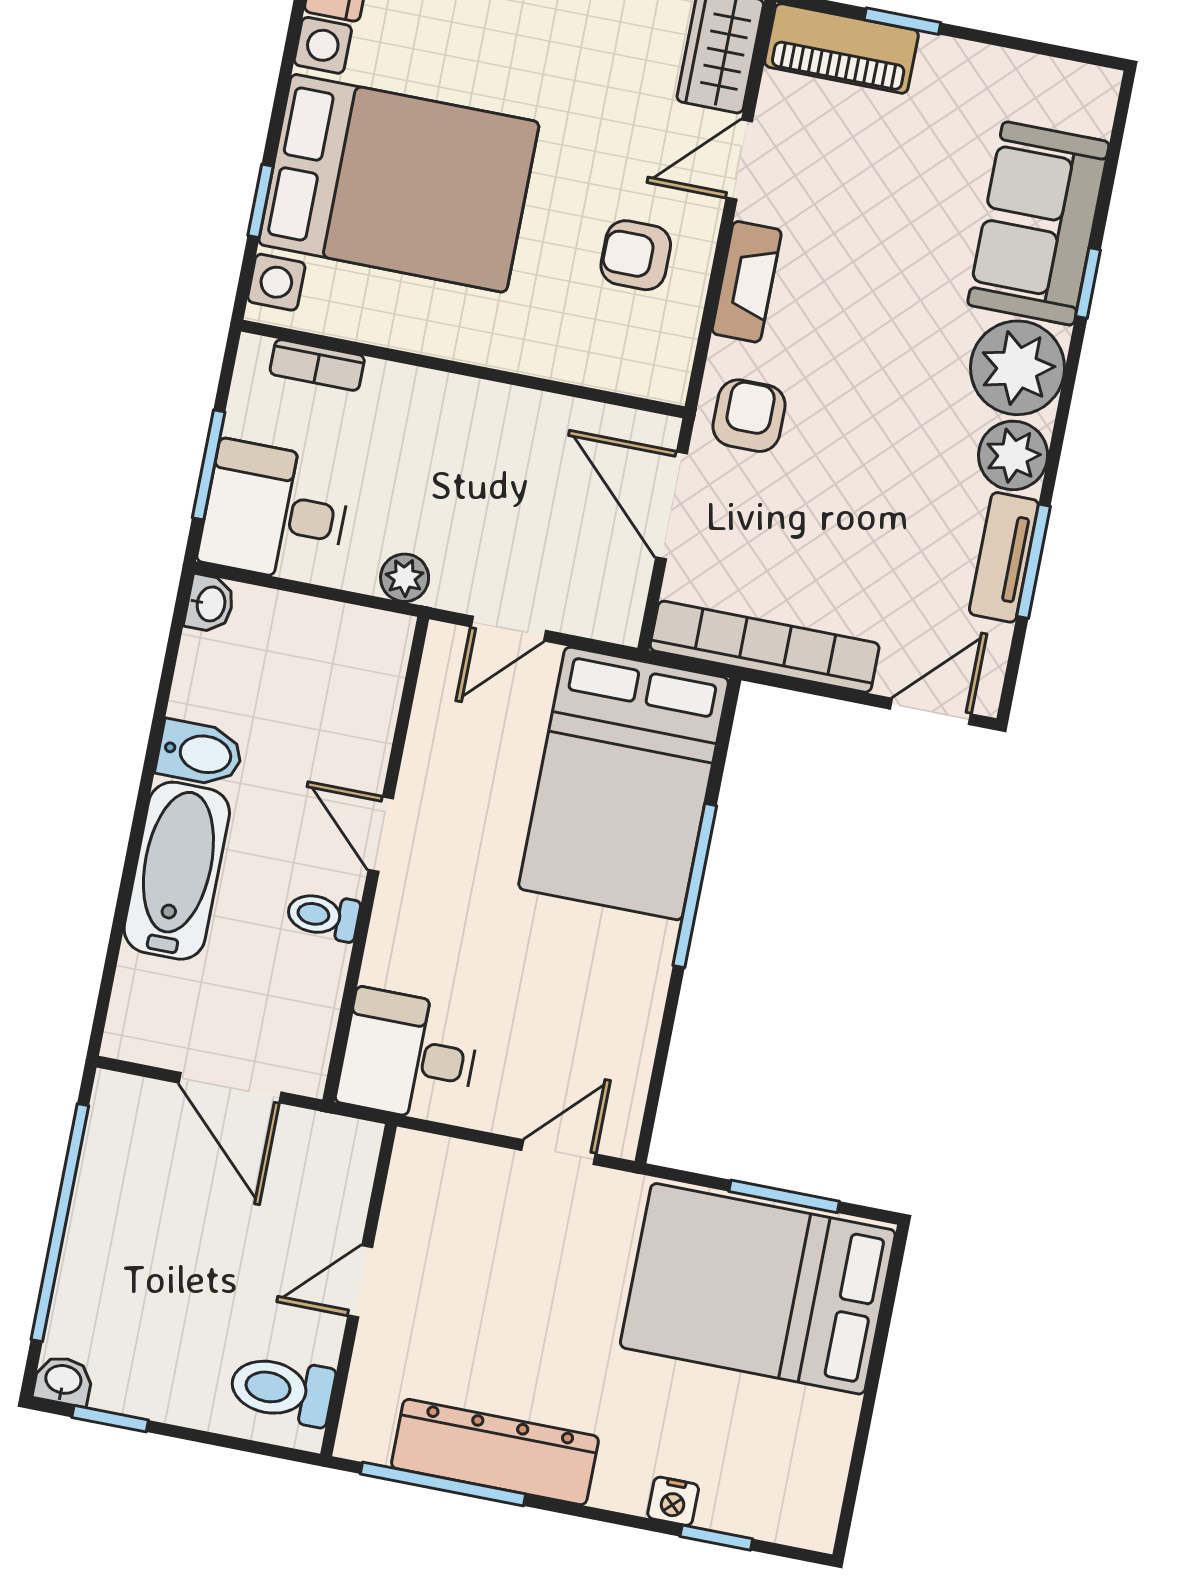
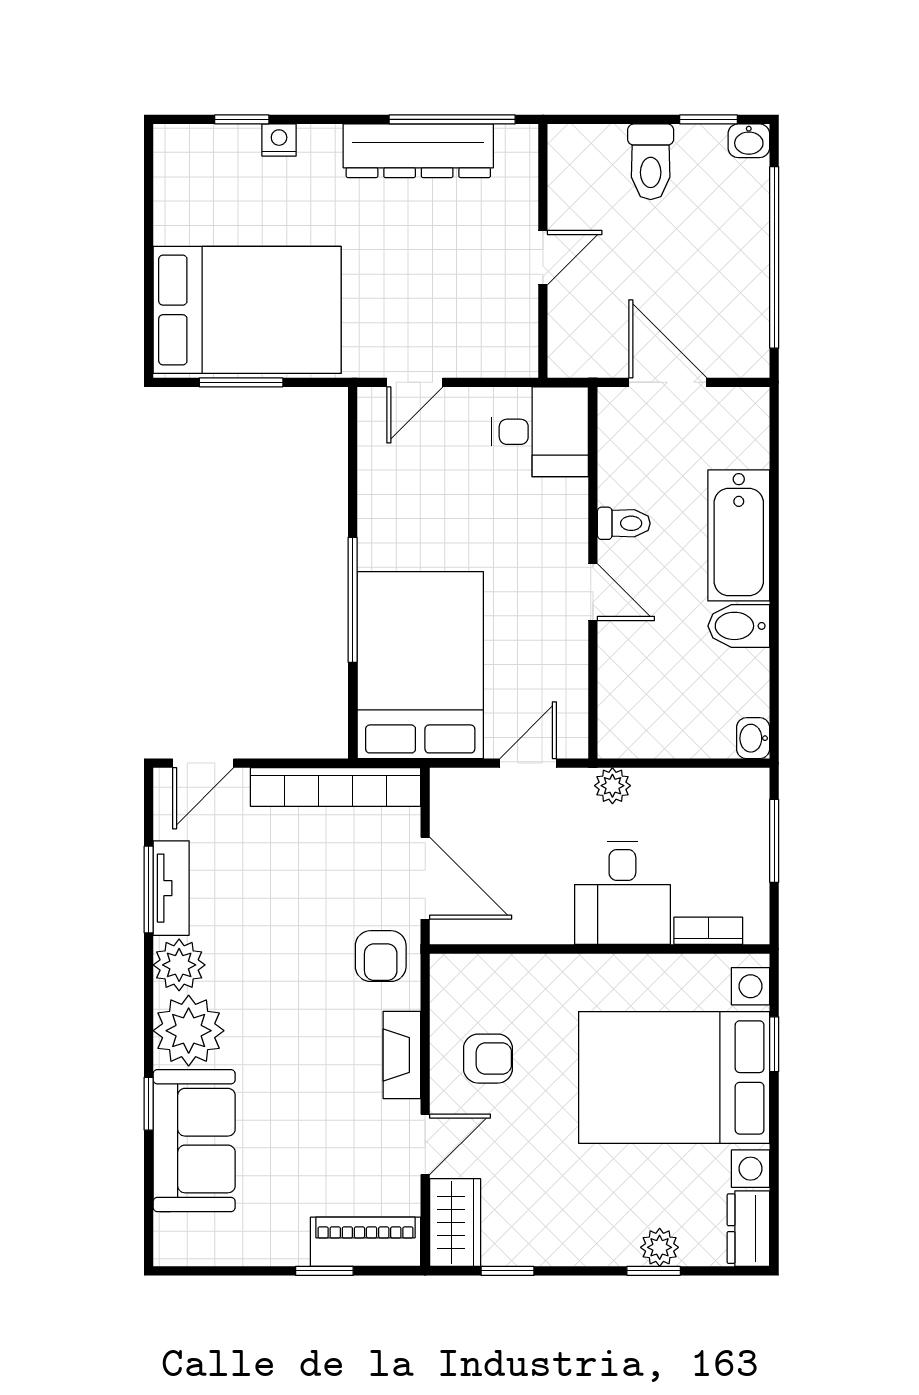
desk: (275, 512) -> (622, 893), moved, turned 90
toilet: (282, 1390) -> (651, 162), moved, turned 90

